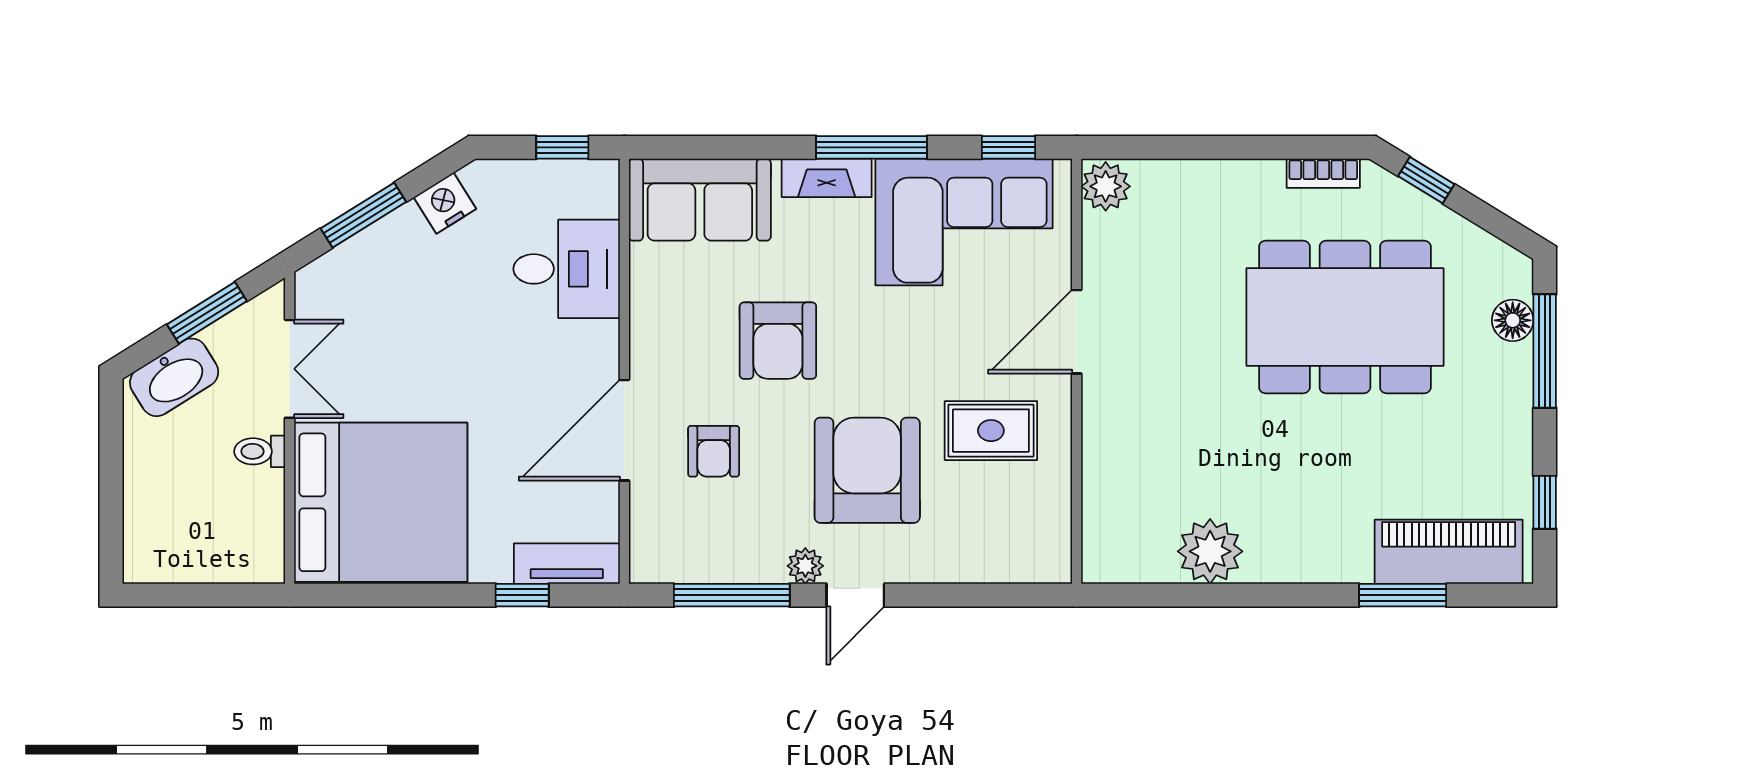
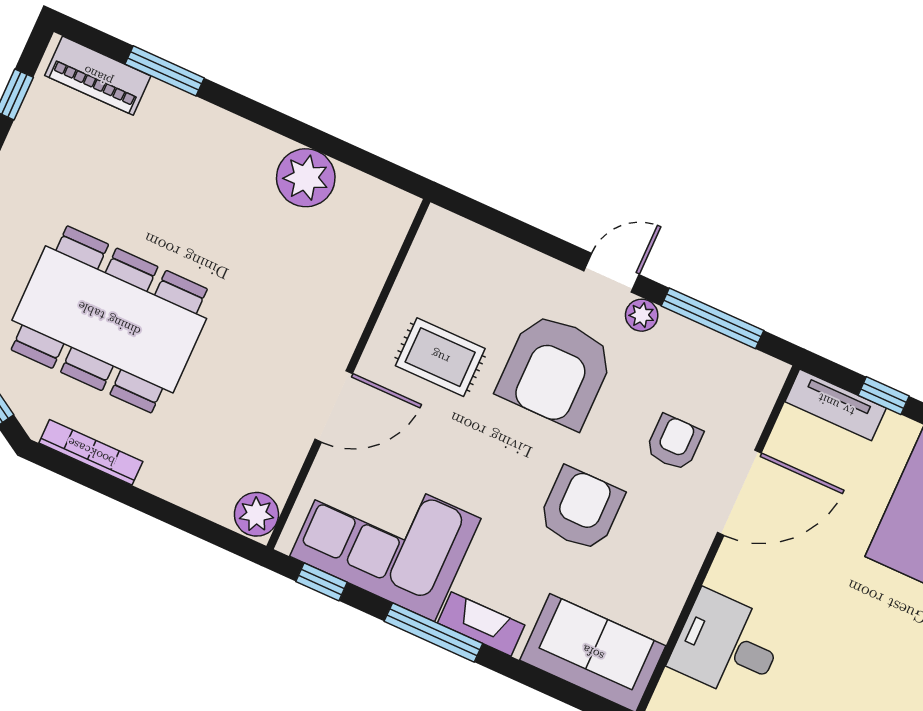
bookcase: (1323, 173) -> (91, 452), width x1.56
piano: (1449, 552) -> (98, 76), width x0.73, depth x0.75

